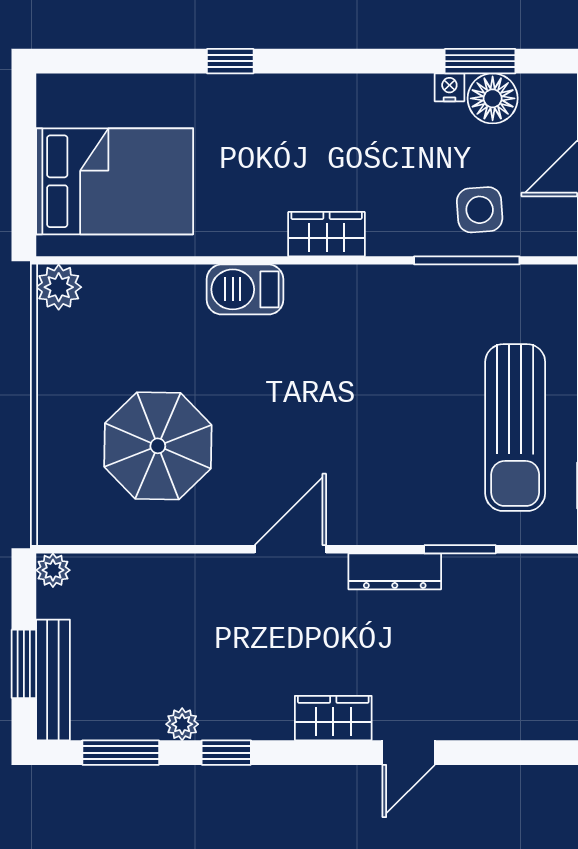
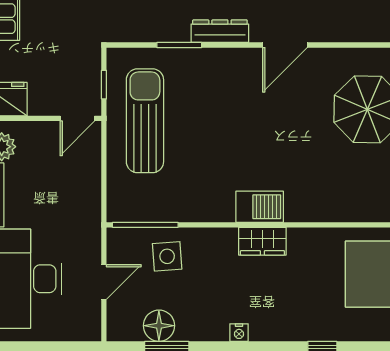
nightstand: (449, 87) -> (239, 333), moved
window: (467, 260) -> (145, 225), moved
barbecue: (245, 289) -> (260, 207), moved

